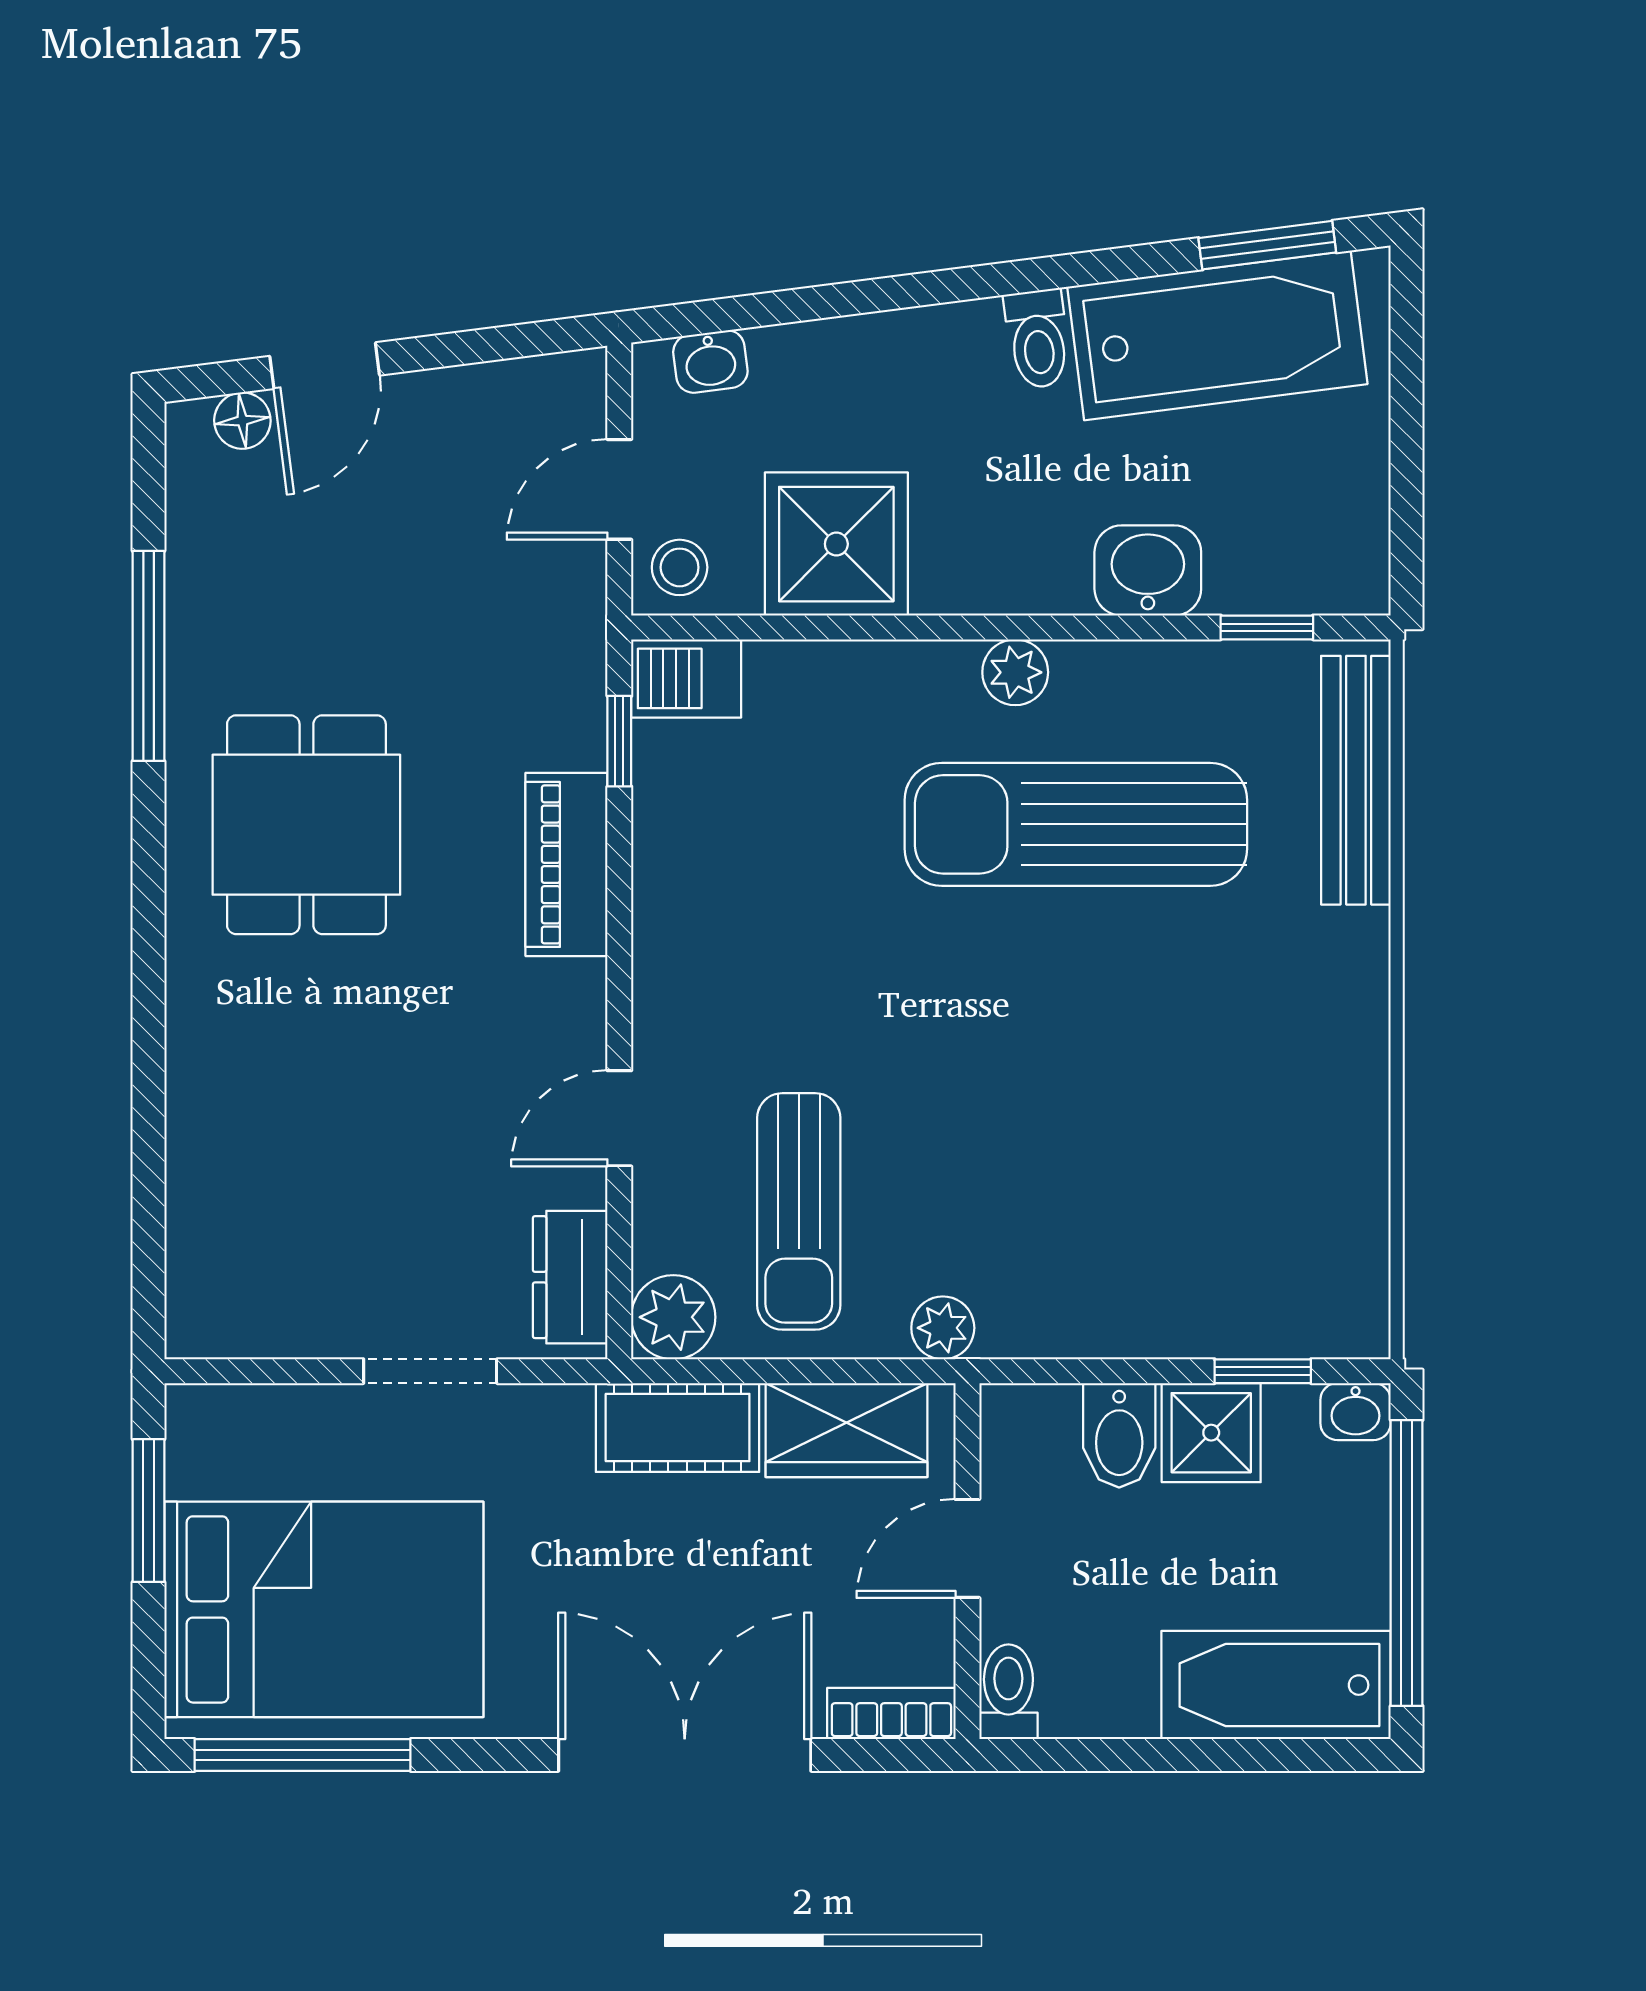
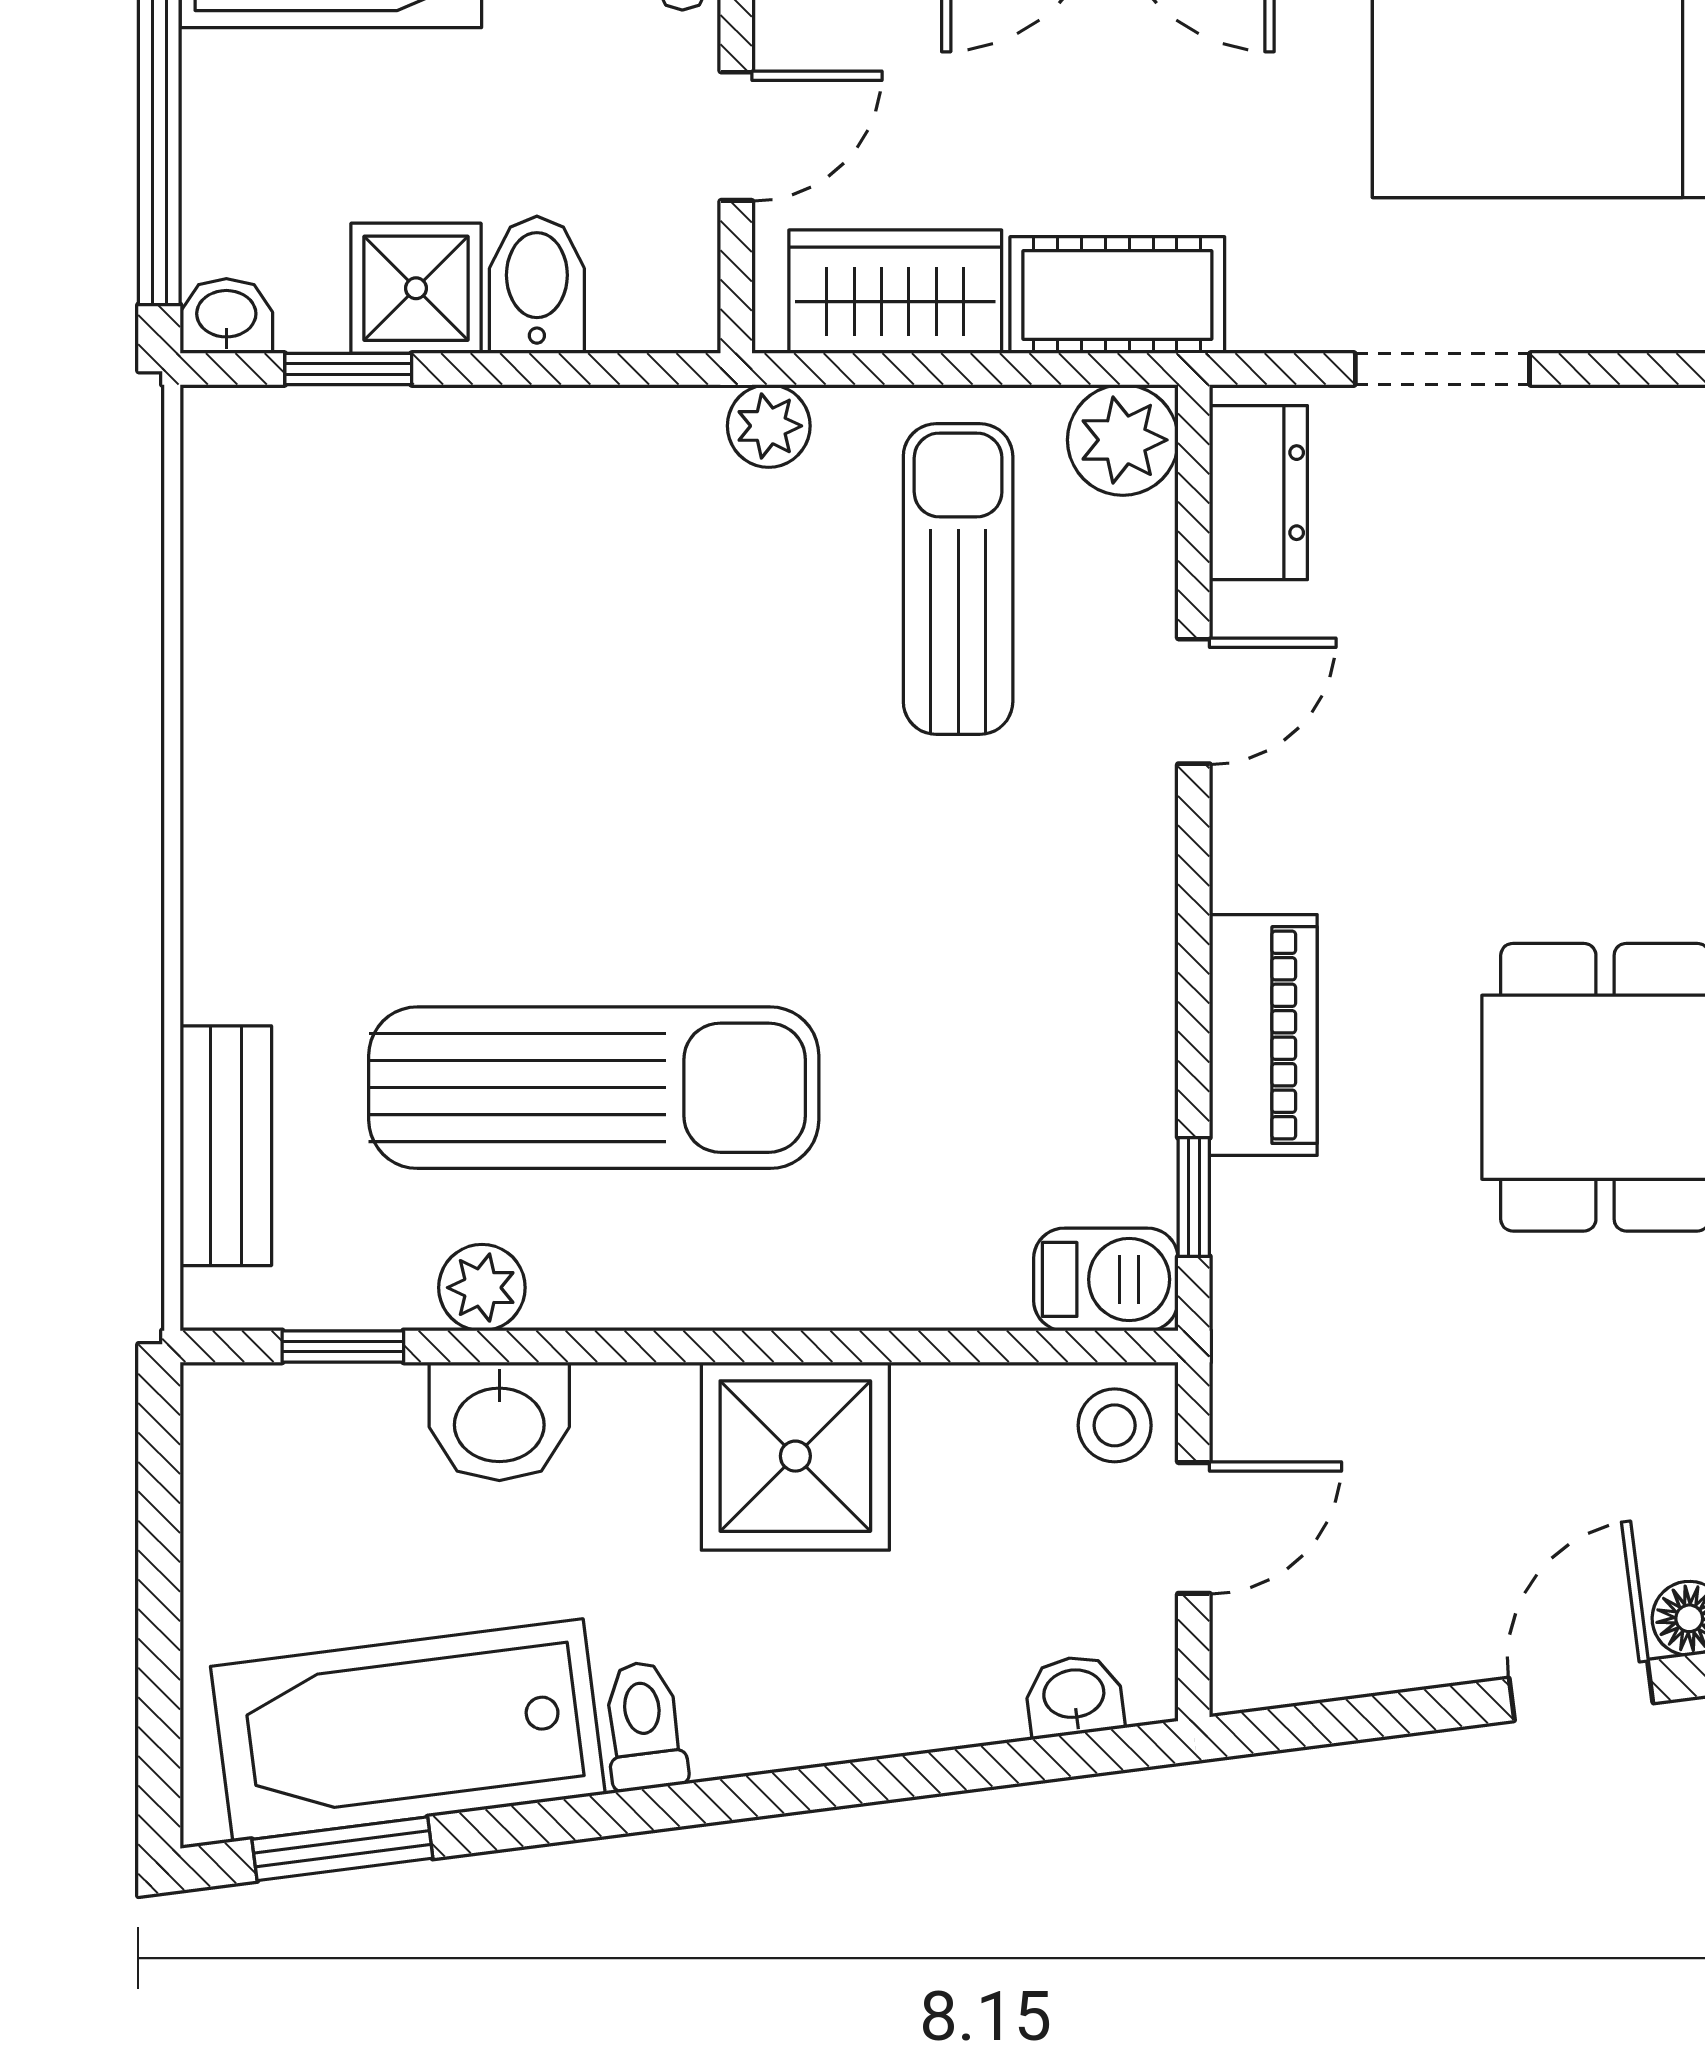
shower: (836, 544) -> (795, 1456), moved
plant: (1015, 672) -> (482, 1288), moved
bench: (1356, 780) -> (226, 1146), width x0.73

